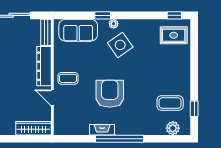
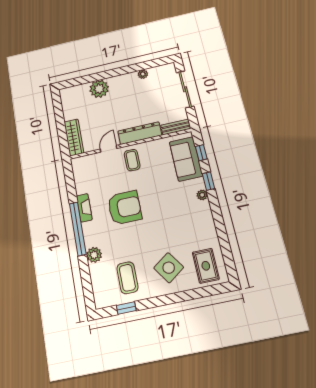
window: (174, 15) -> (201, 153), moved
side table: (120, 45) -> (169, 268), moved
plant: (173, 128) -> (94, 255), moved

